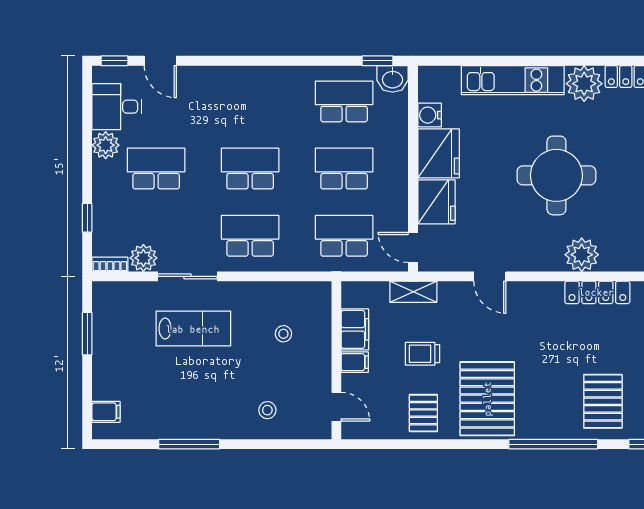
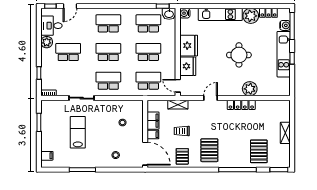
door: (160, 61) -> (70, 6), hinge flipped
school desk: (250, 101) -> (108, 23), added
water cooler: (430, 115) -> (185, 13), moved
round table: (556, 175) -> (239, 55), width x0.73, depth x0.73
plant: (143, 258) -> (63, 90), removed
door: (490, 276) -> (211, 98), swing flipped
locker: (597, 292) -> (241, 105), moved
lab bench: (193, 329) -> (78, 132), moved, turned -90
pallet: (487, 399) -> (209, 150), width x0.73, depth x0.71
door: (336, 407) -> (145, 154), width x1.87

